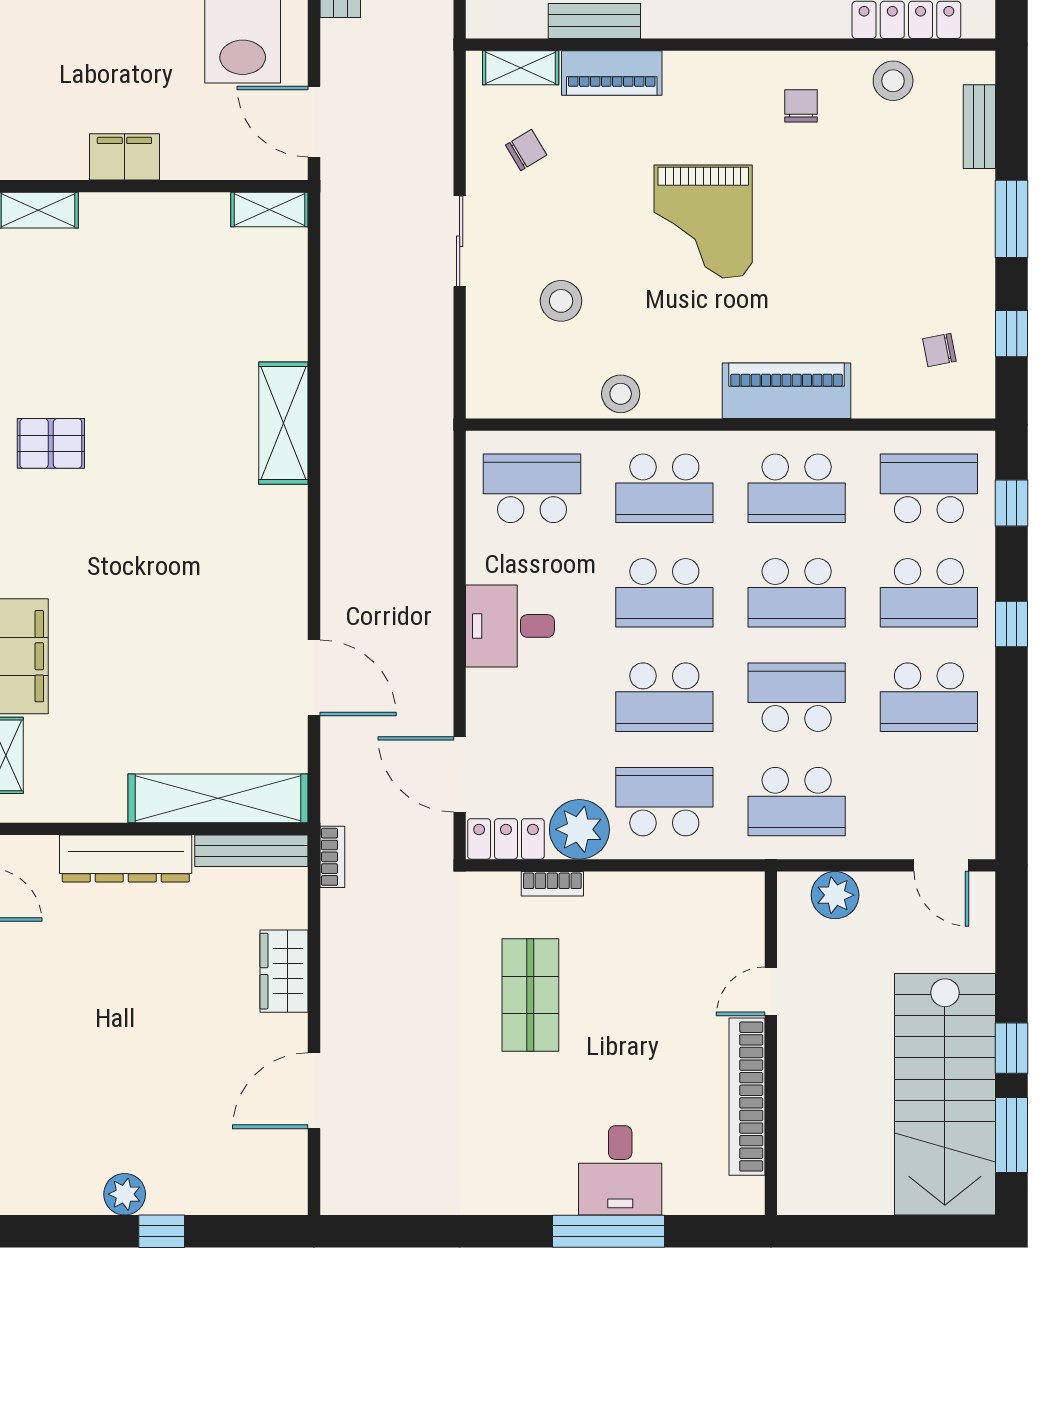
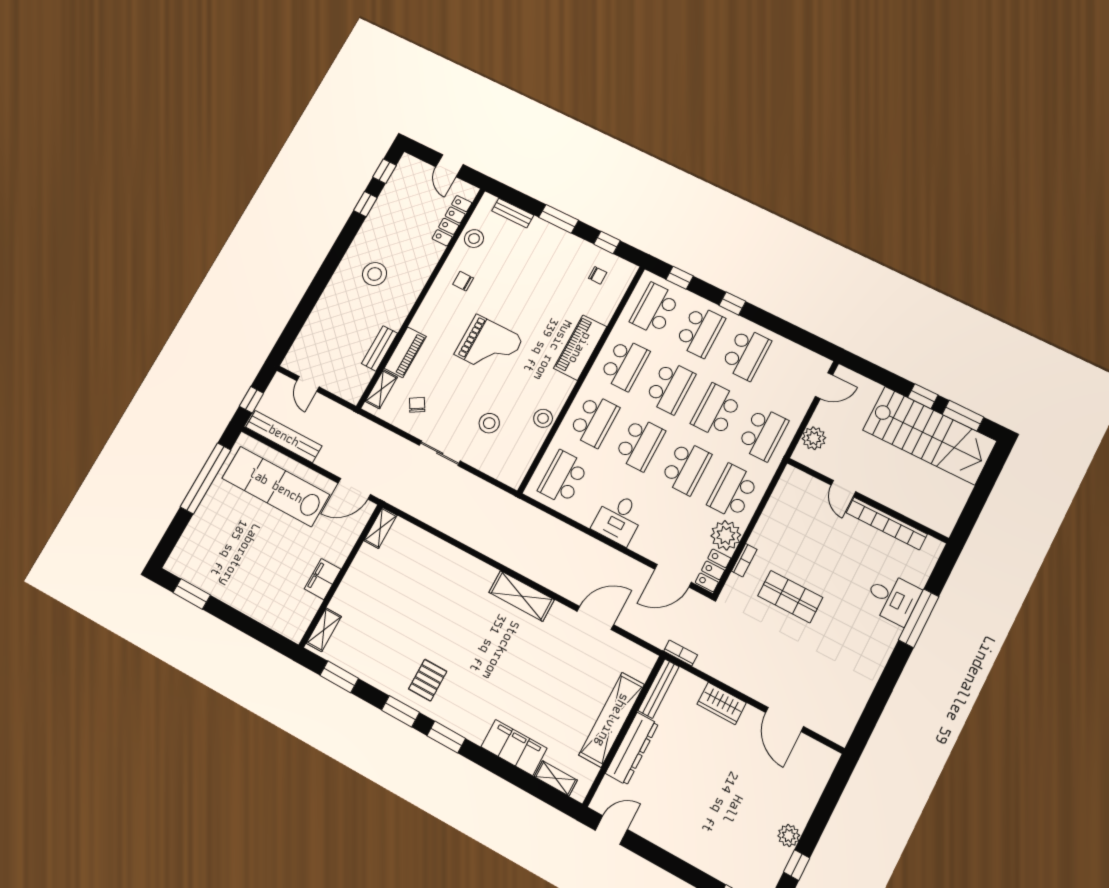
chair: (939, 350) -> (598, 275), turned -79
shelving: (283, 423) -> (522, 596), moved
shelving: (218, 798) -> (612, 720), moved
window: (162, 1231) -> (797, 865), moved

